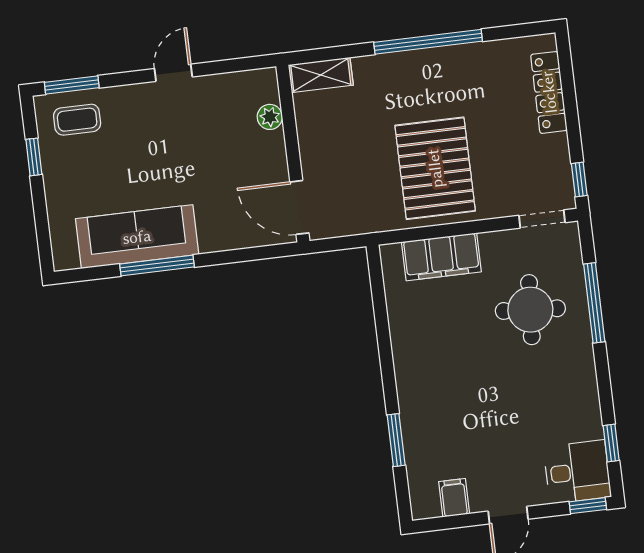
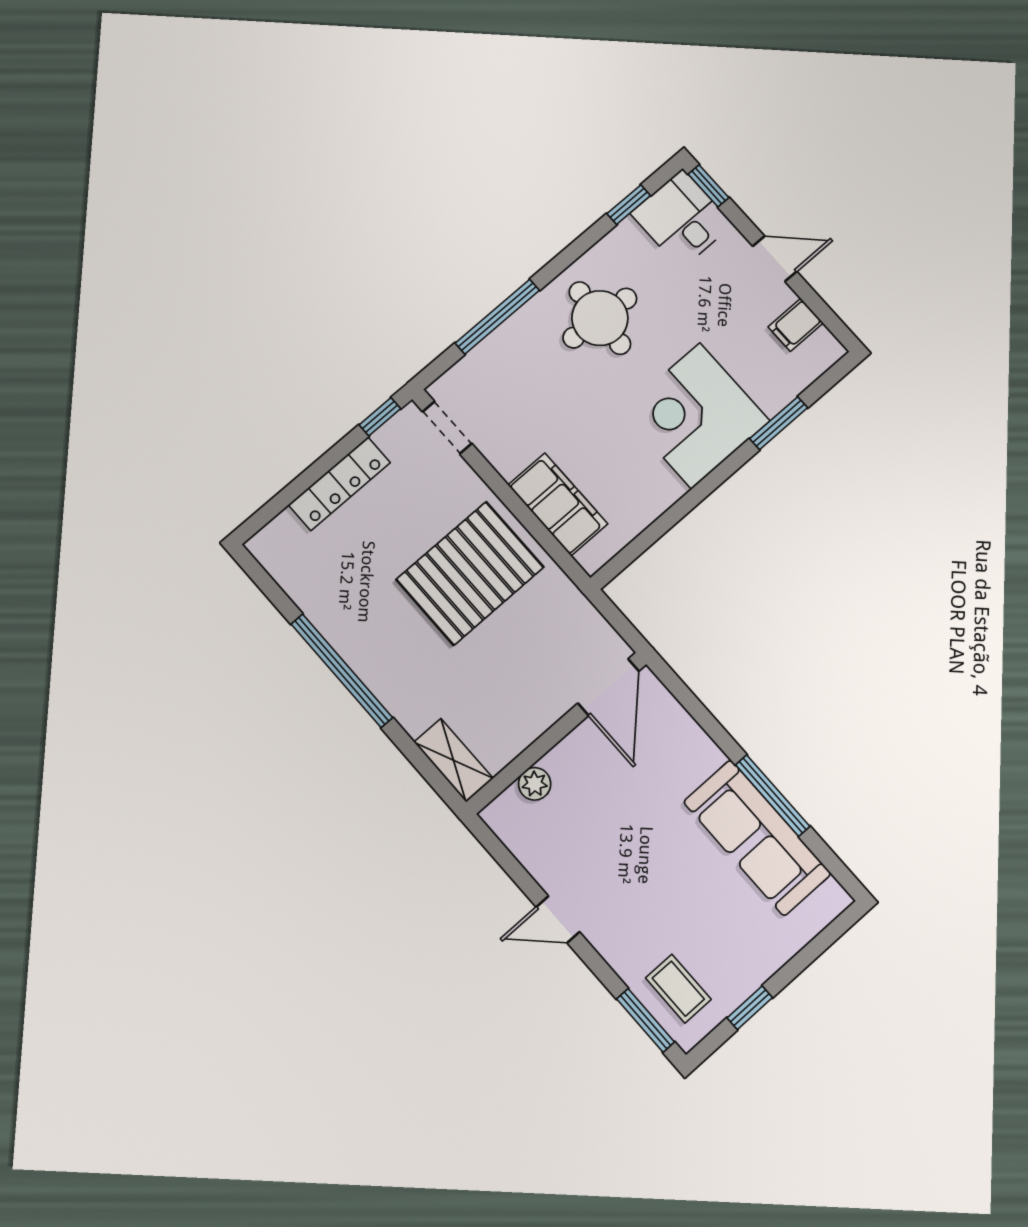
locker: (549, 92) -> (339, 484), moved
round table: (530, 310) -> (600, 318), moved
corner desk: (438, 389) -> (696, 416), added

